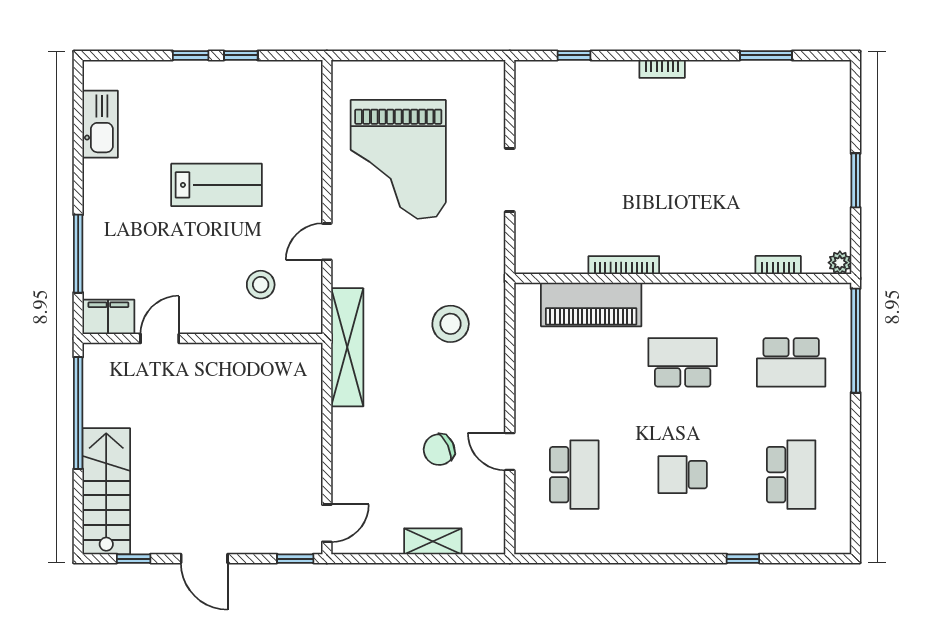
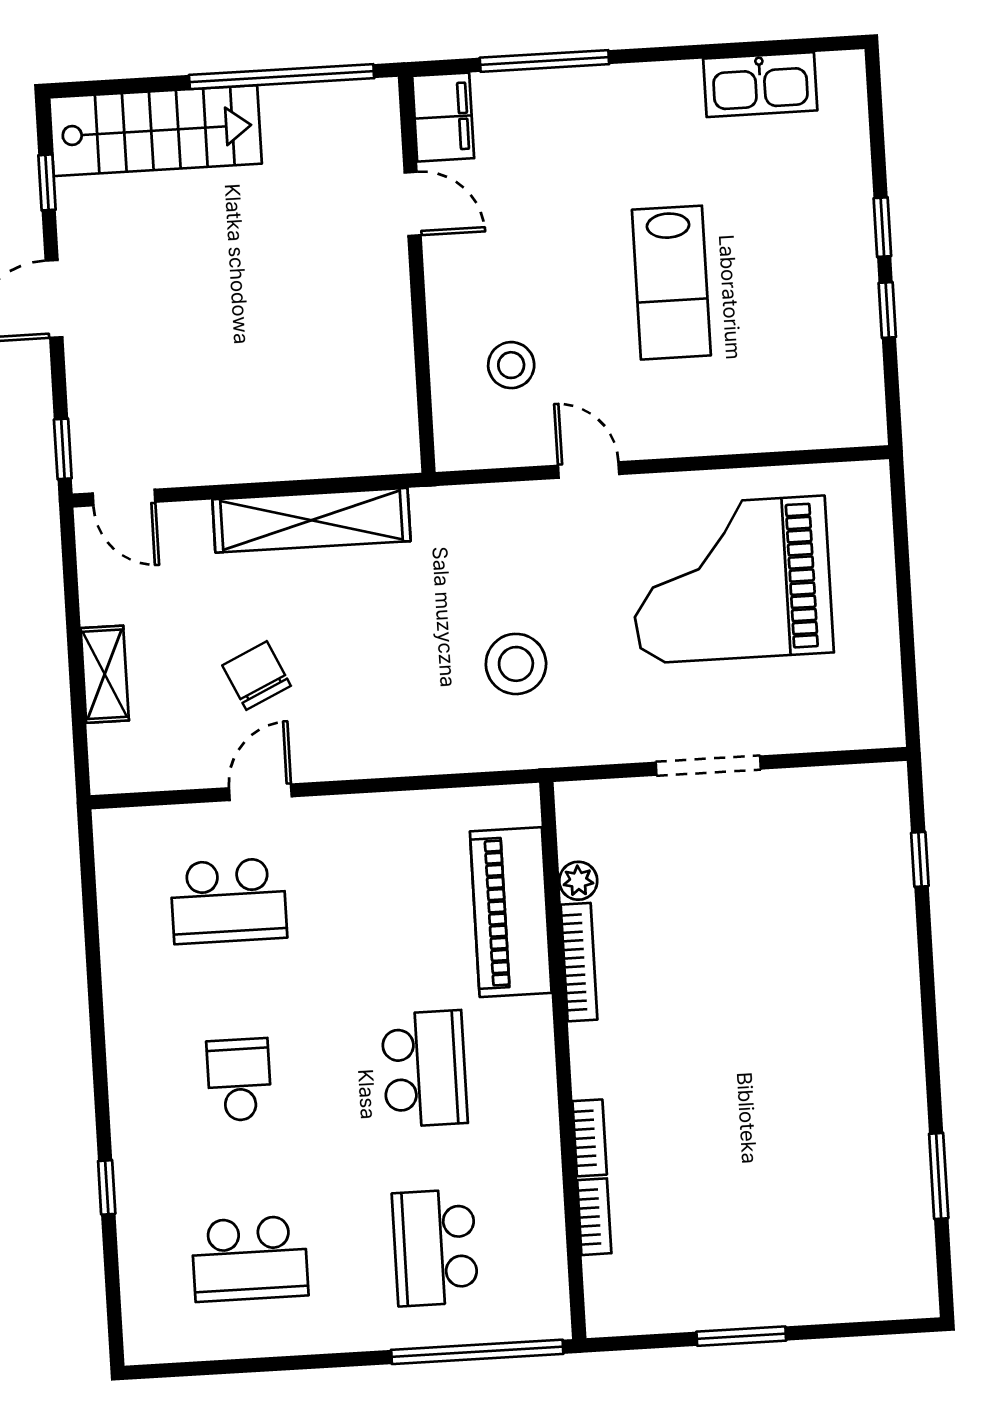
bookcase: (662, 69) -> (590, 1138), moved, turned 180
plant: (840, 263) -> (578, 881), moved
stool: (451, 324) -> (516, 664), moved
shelving: (347, 347) -> (311, 520), moved

